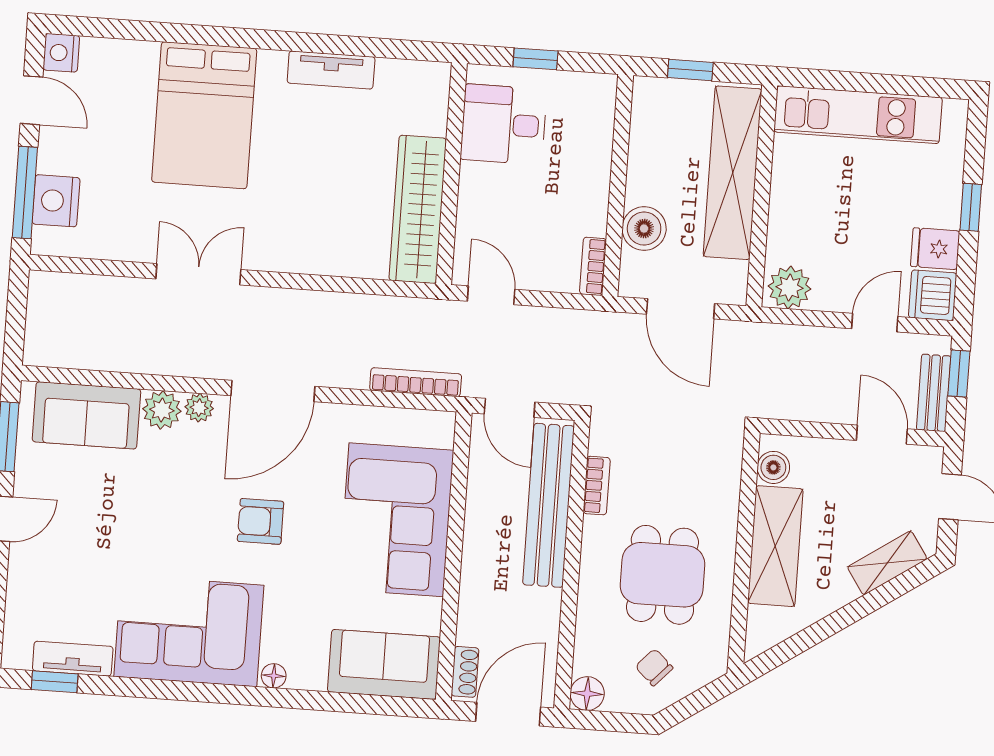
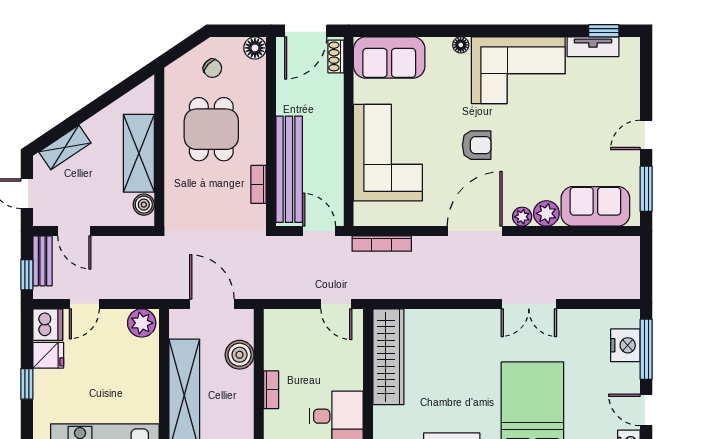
bookcase: (593, 266) -> (271, 390), moved

